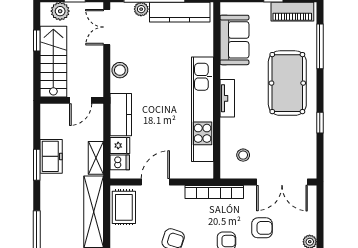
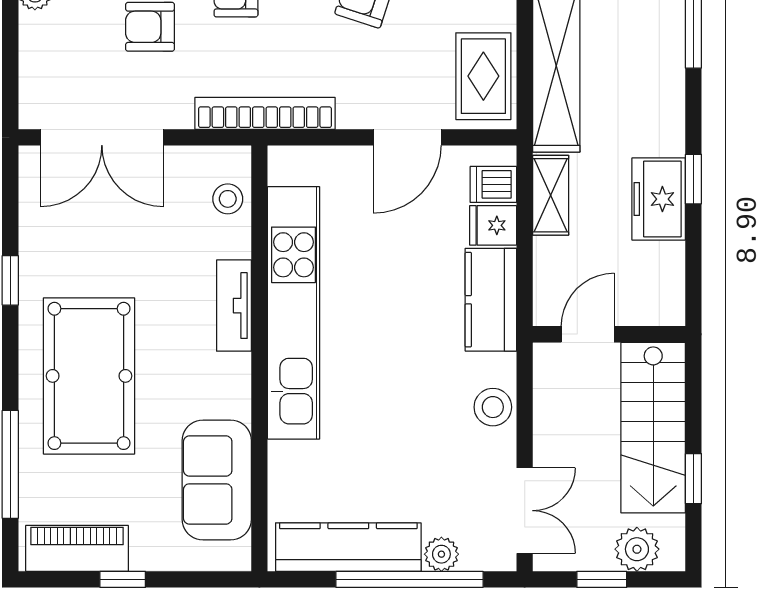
tv unit: (227, 98) -> (234, 306), moved
stool: (243, 155) -> (228, 199), moved
window: (37, 165) -> (693, 179), width x0.67
double door: (282, 182) -> (102, 137), swing flipped

